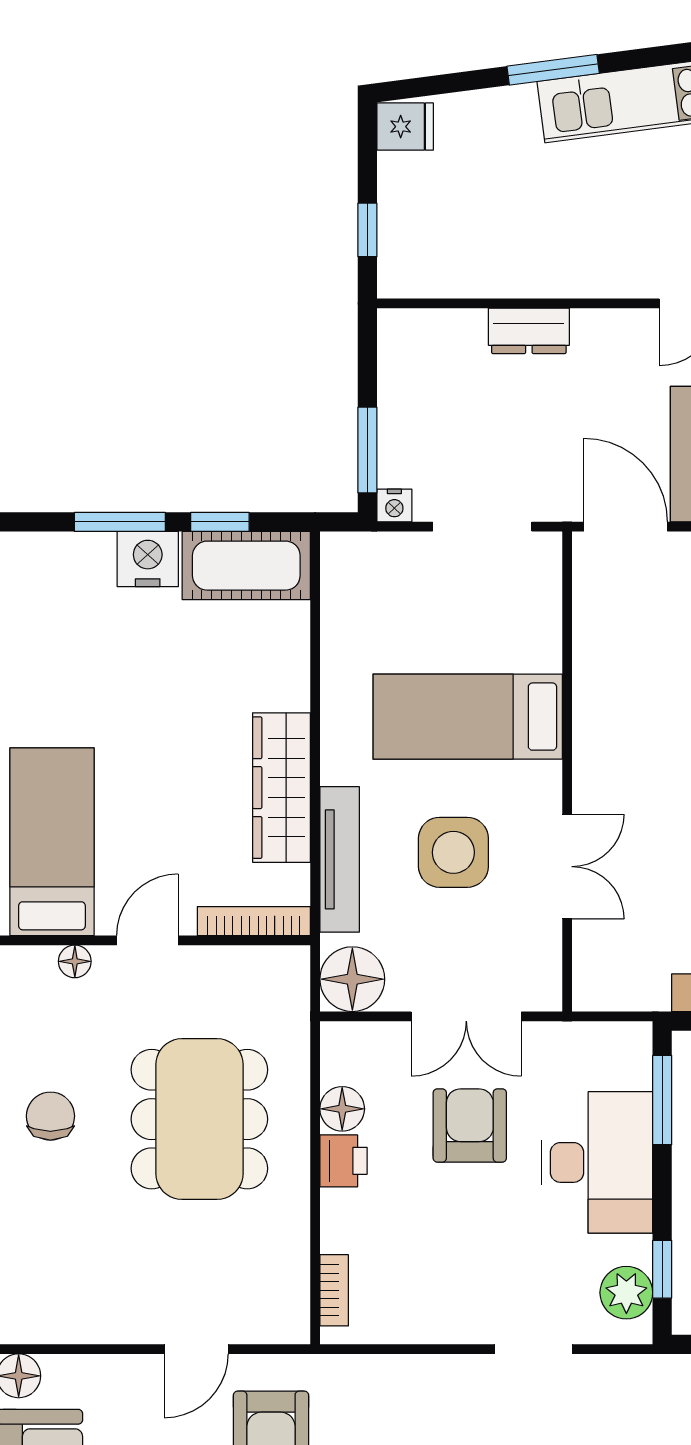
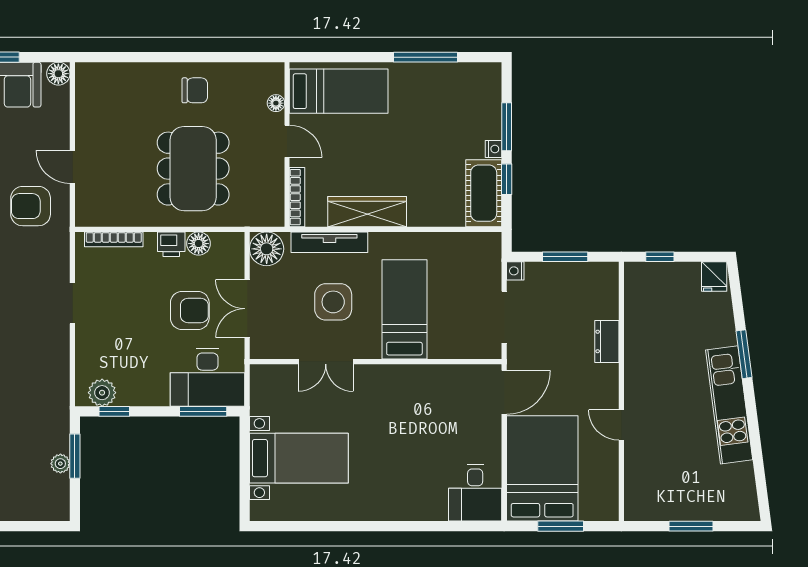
window: (367, 450) -> (565, 257), moved
nightstand: (148, 559) -> (494, 149), width x0.53, depth x0.56
dining table: (199, 1119) -> (193, 169), turned 90
desk: (597, 1162) -> (207, 377), moved
bookcase: (334, 1290) -> (114, 239), width x1.56
doorway: (533, 1349) -> (72, 303), moved

